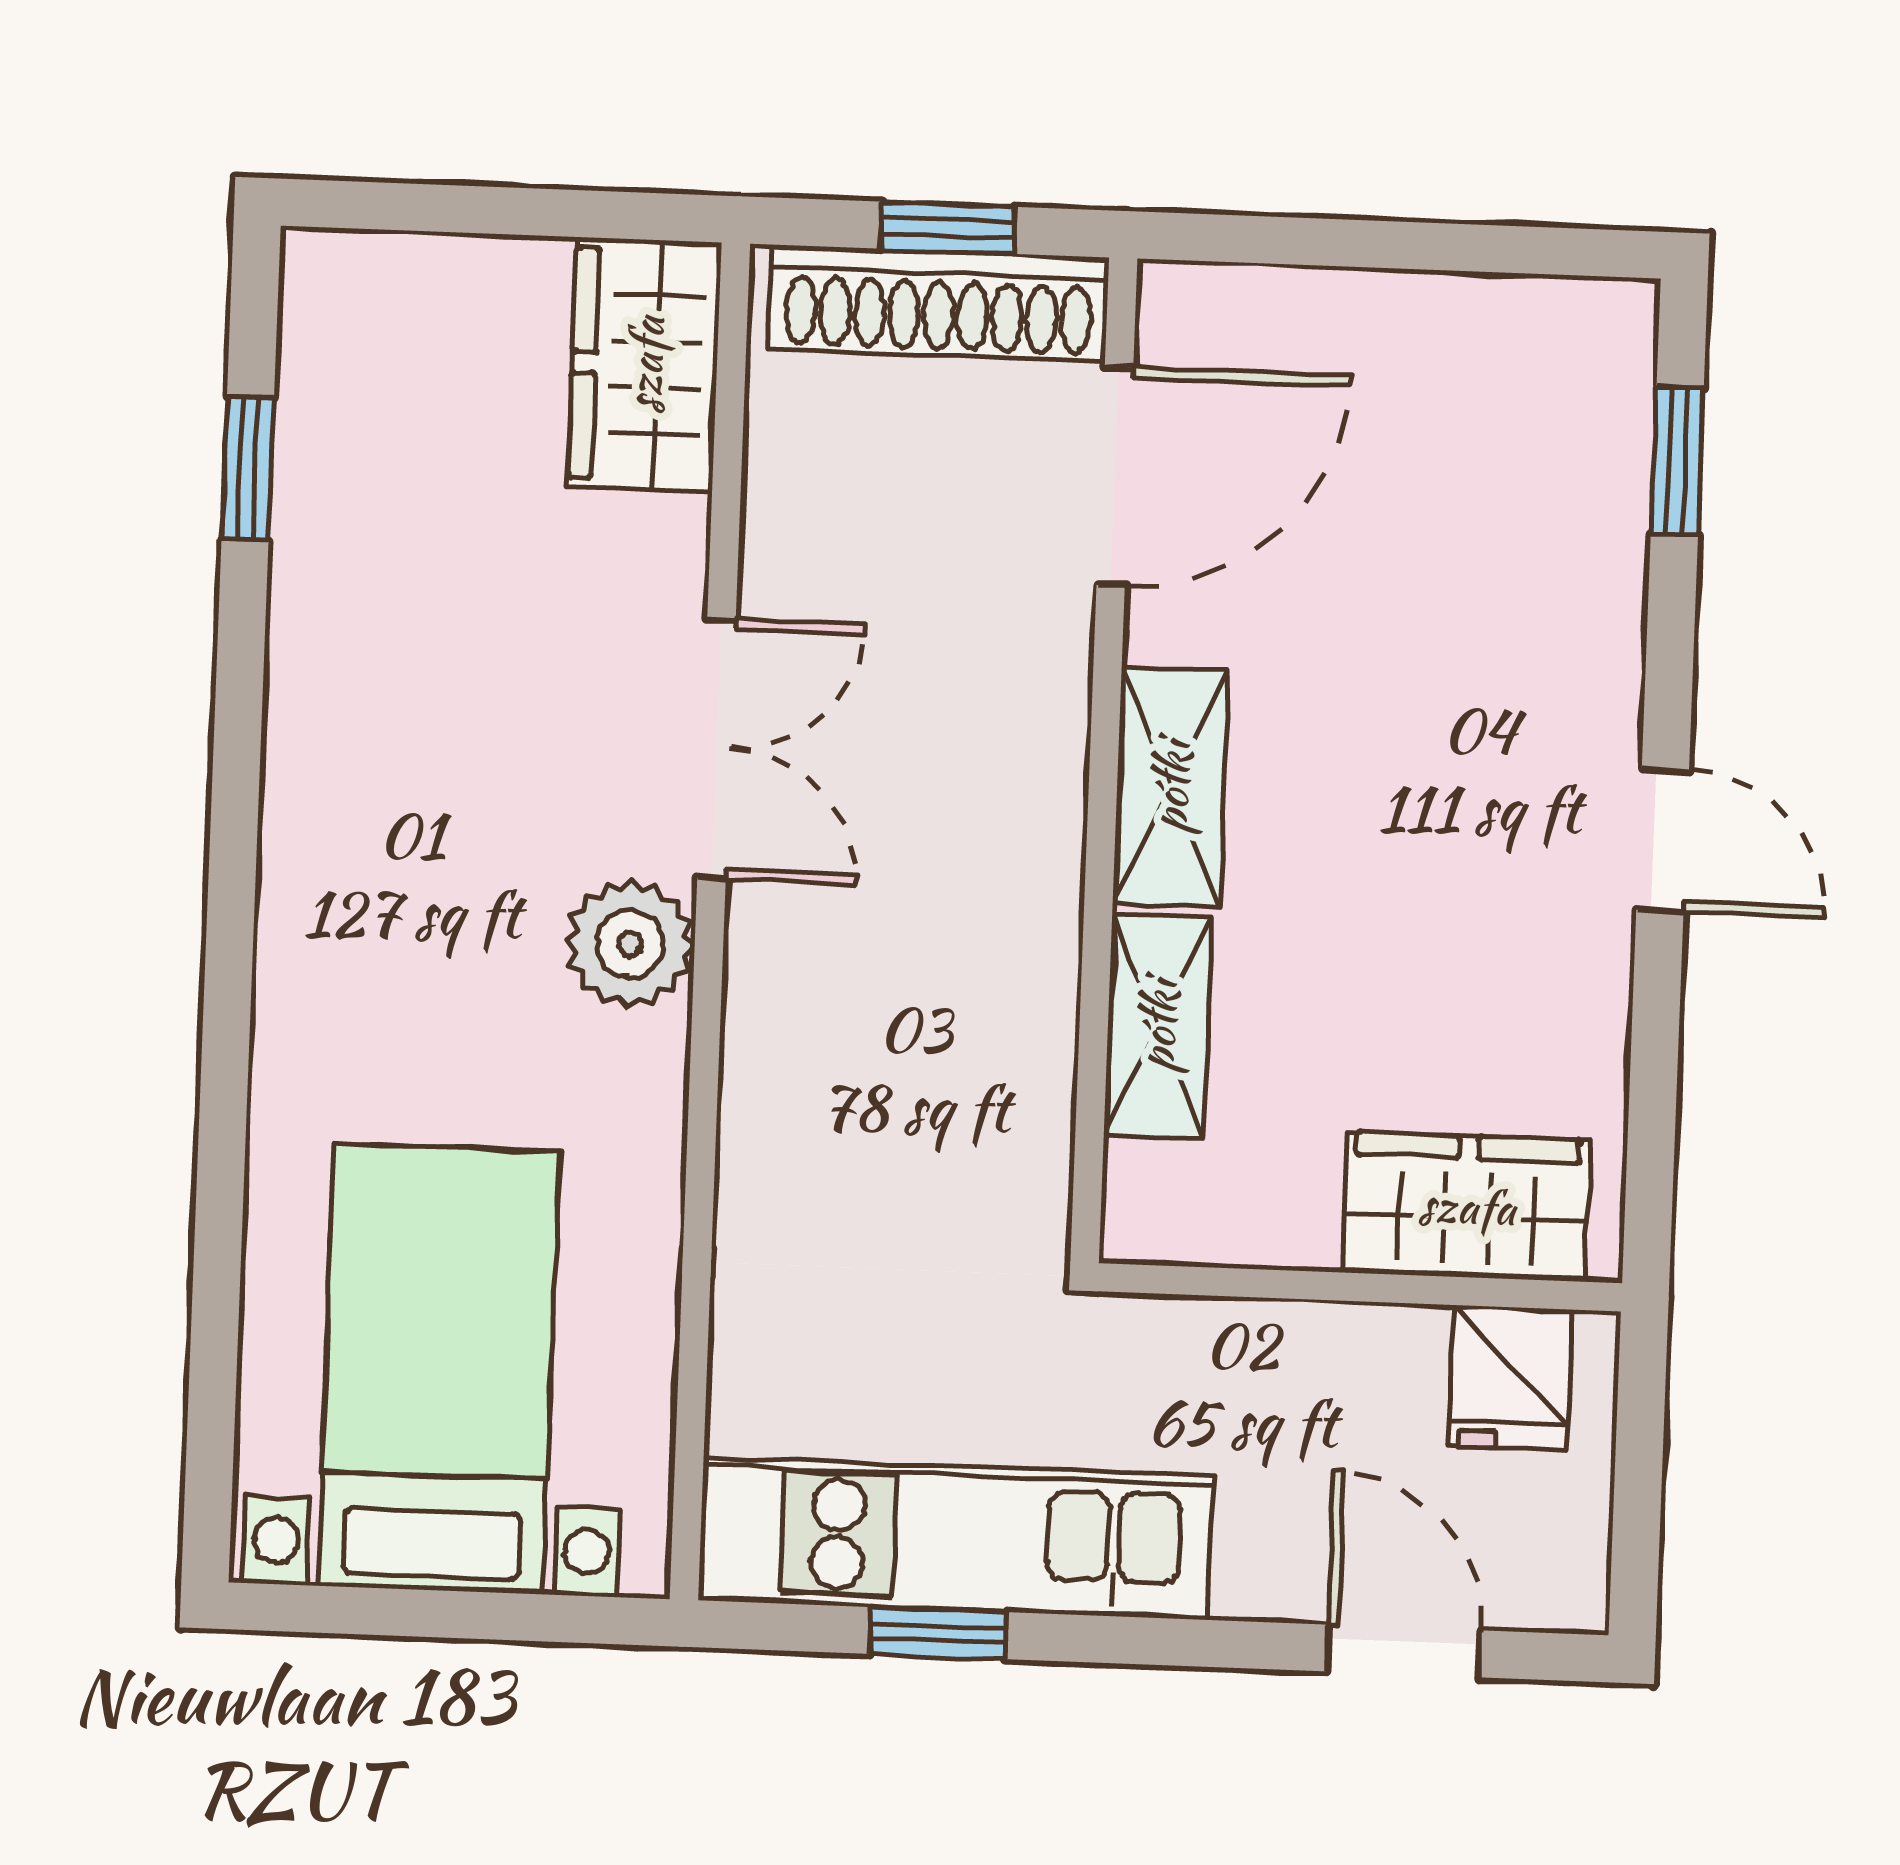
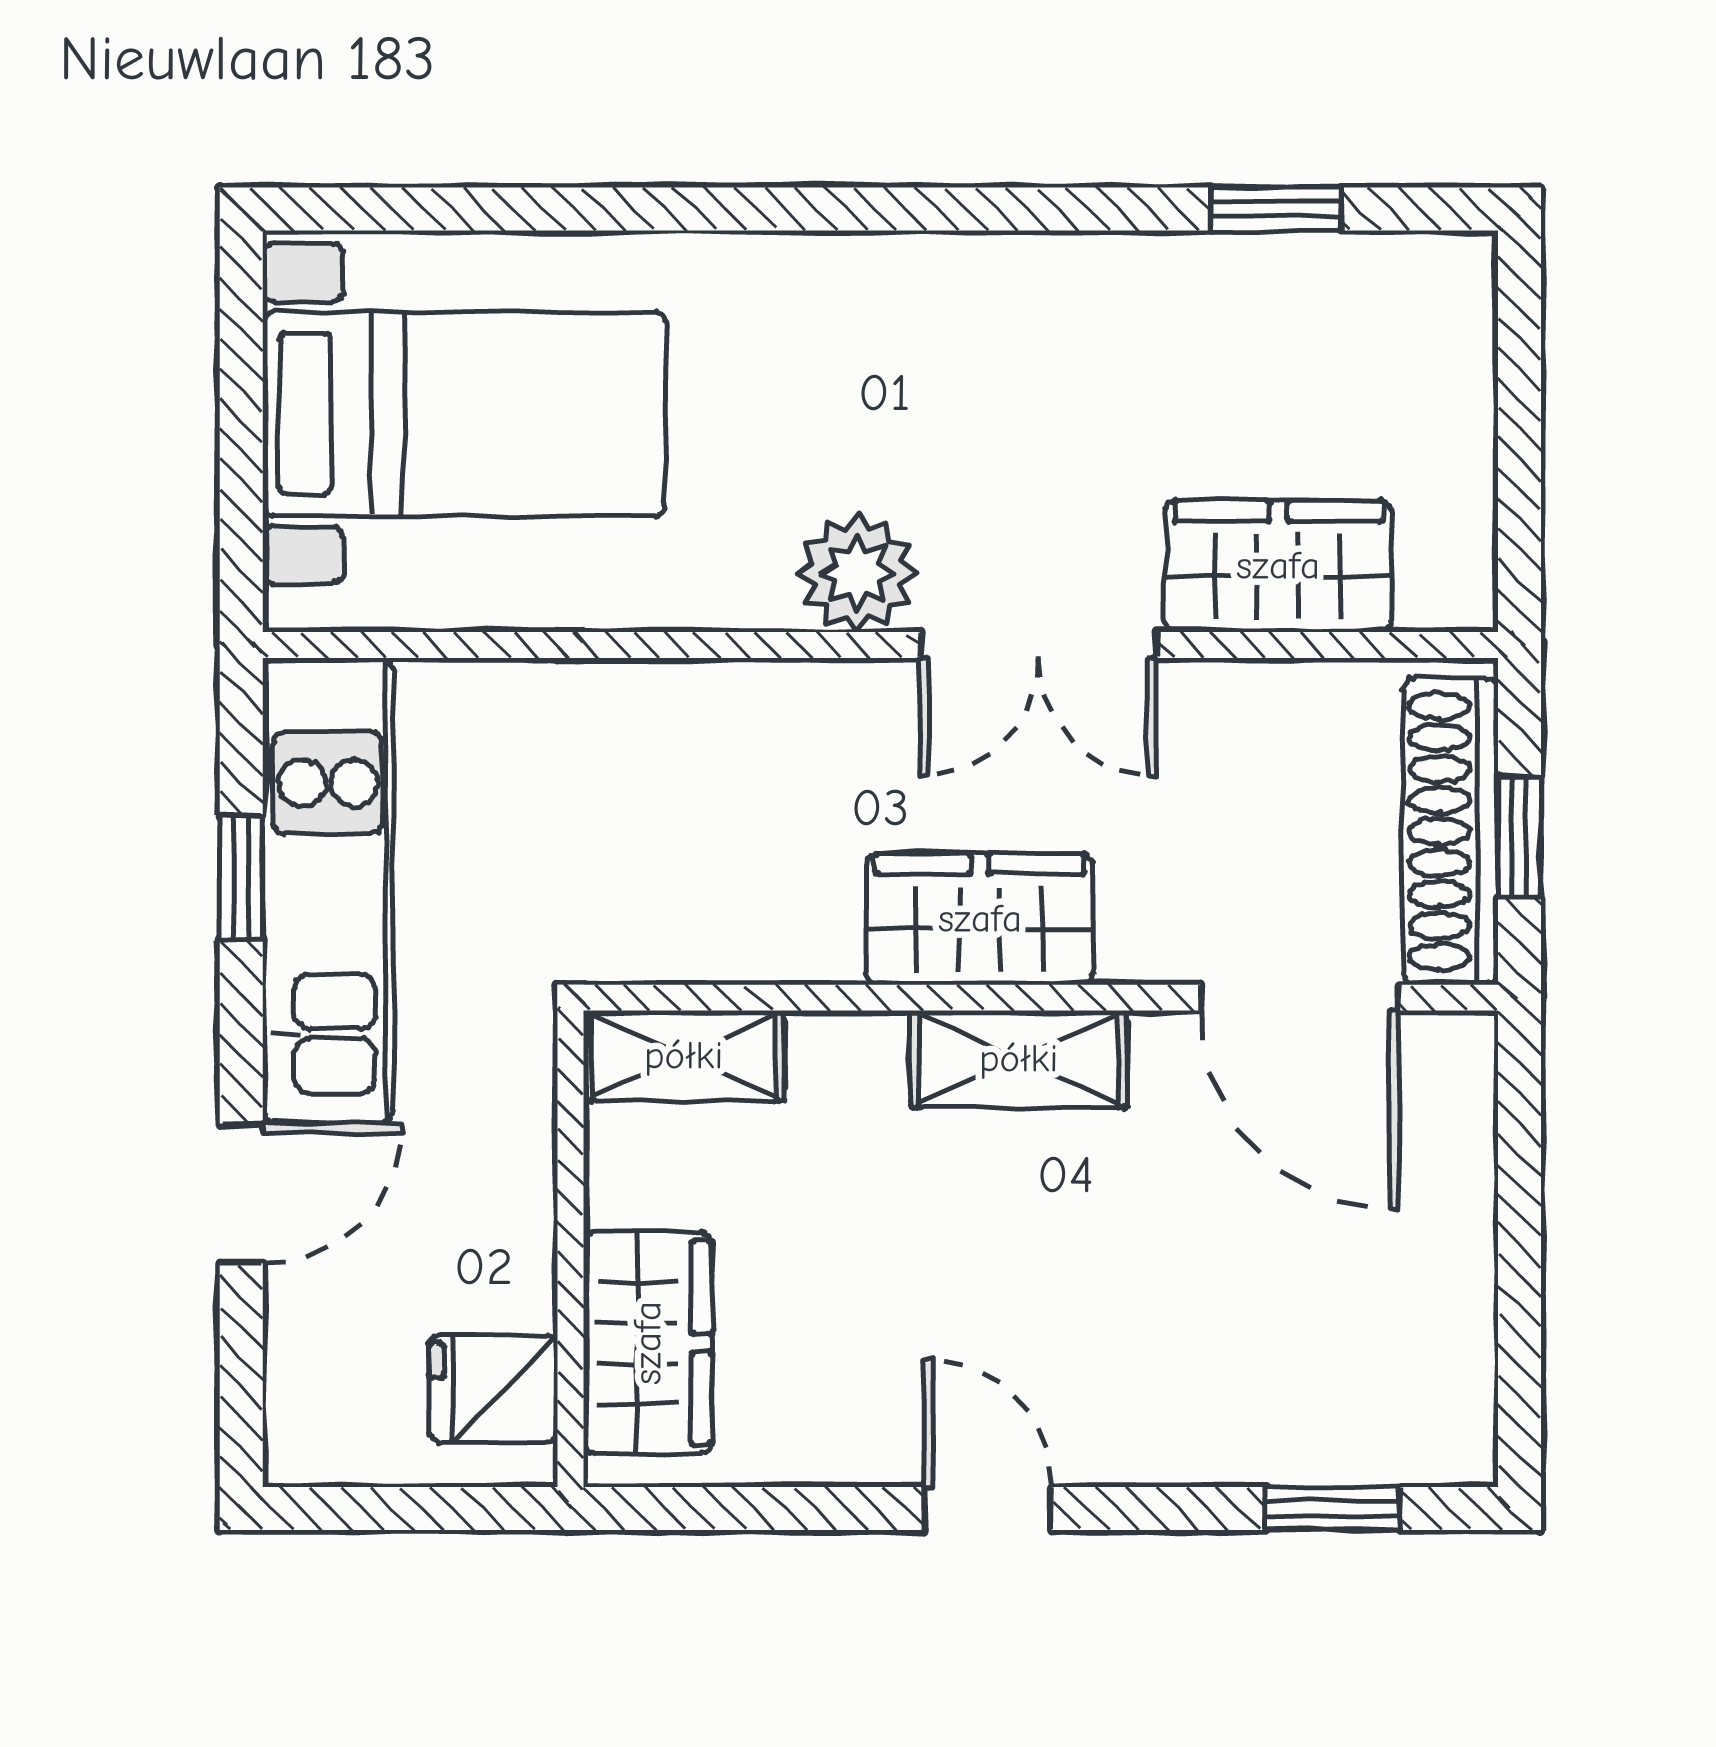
wardrobe: (645, 365) -> (1278, 566), moved
wardrobe: (1015, 824) -> (980, 919), added
door: (1663, 840) -> (988, 1508), swing flipped
shelving: (1158, 1026) -> (684, 1056), moved
door: (1404, 1651) -> (241, 1193), moved

